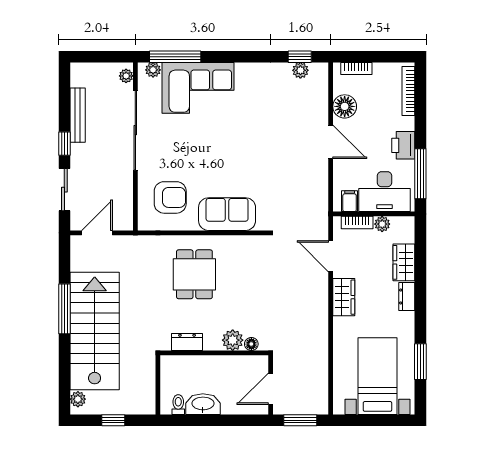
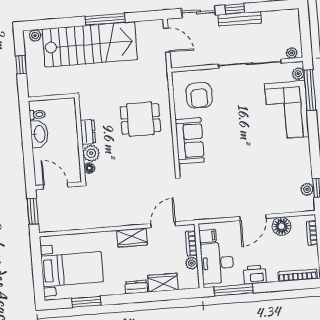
bench: (78, 115) -> (240, 19), moved
dresser: (187, 342) -> (88, 132), moved

